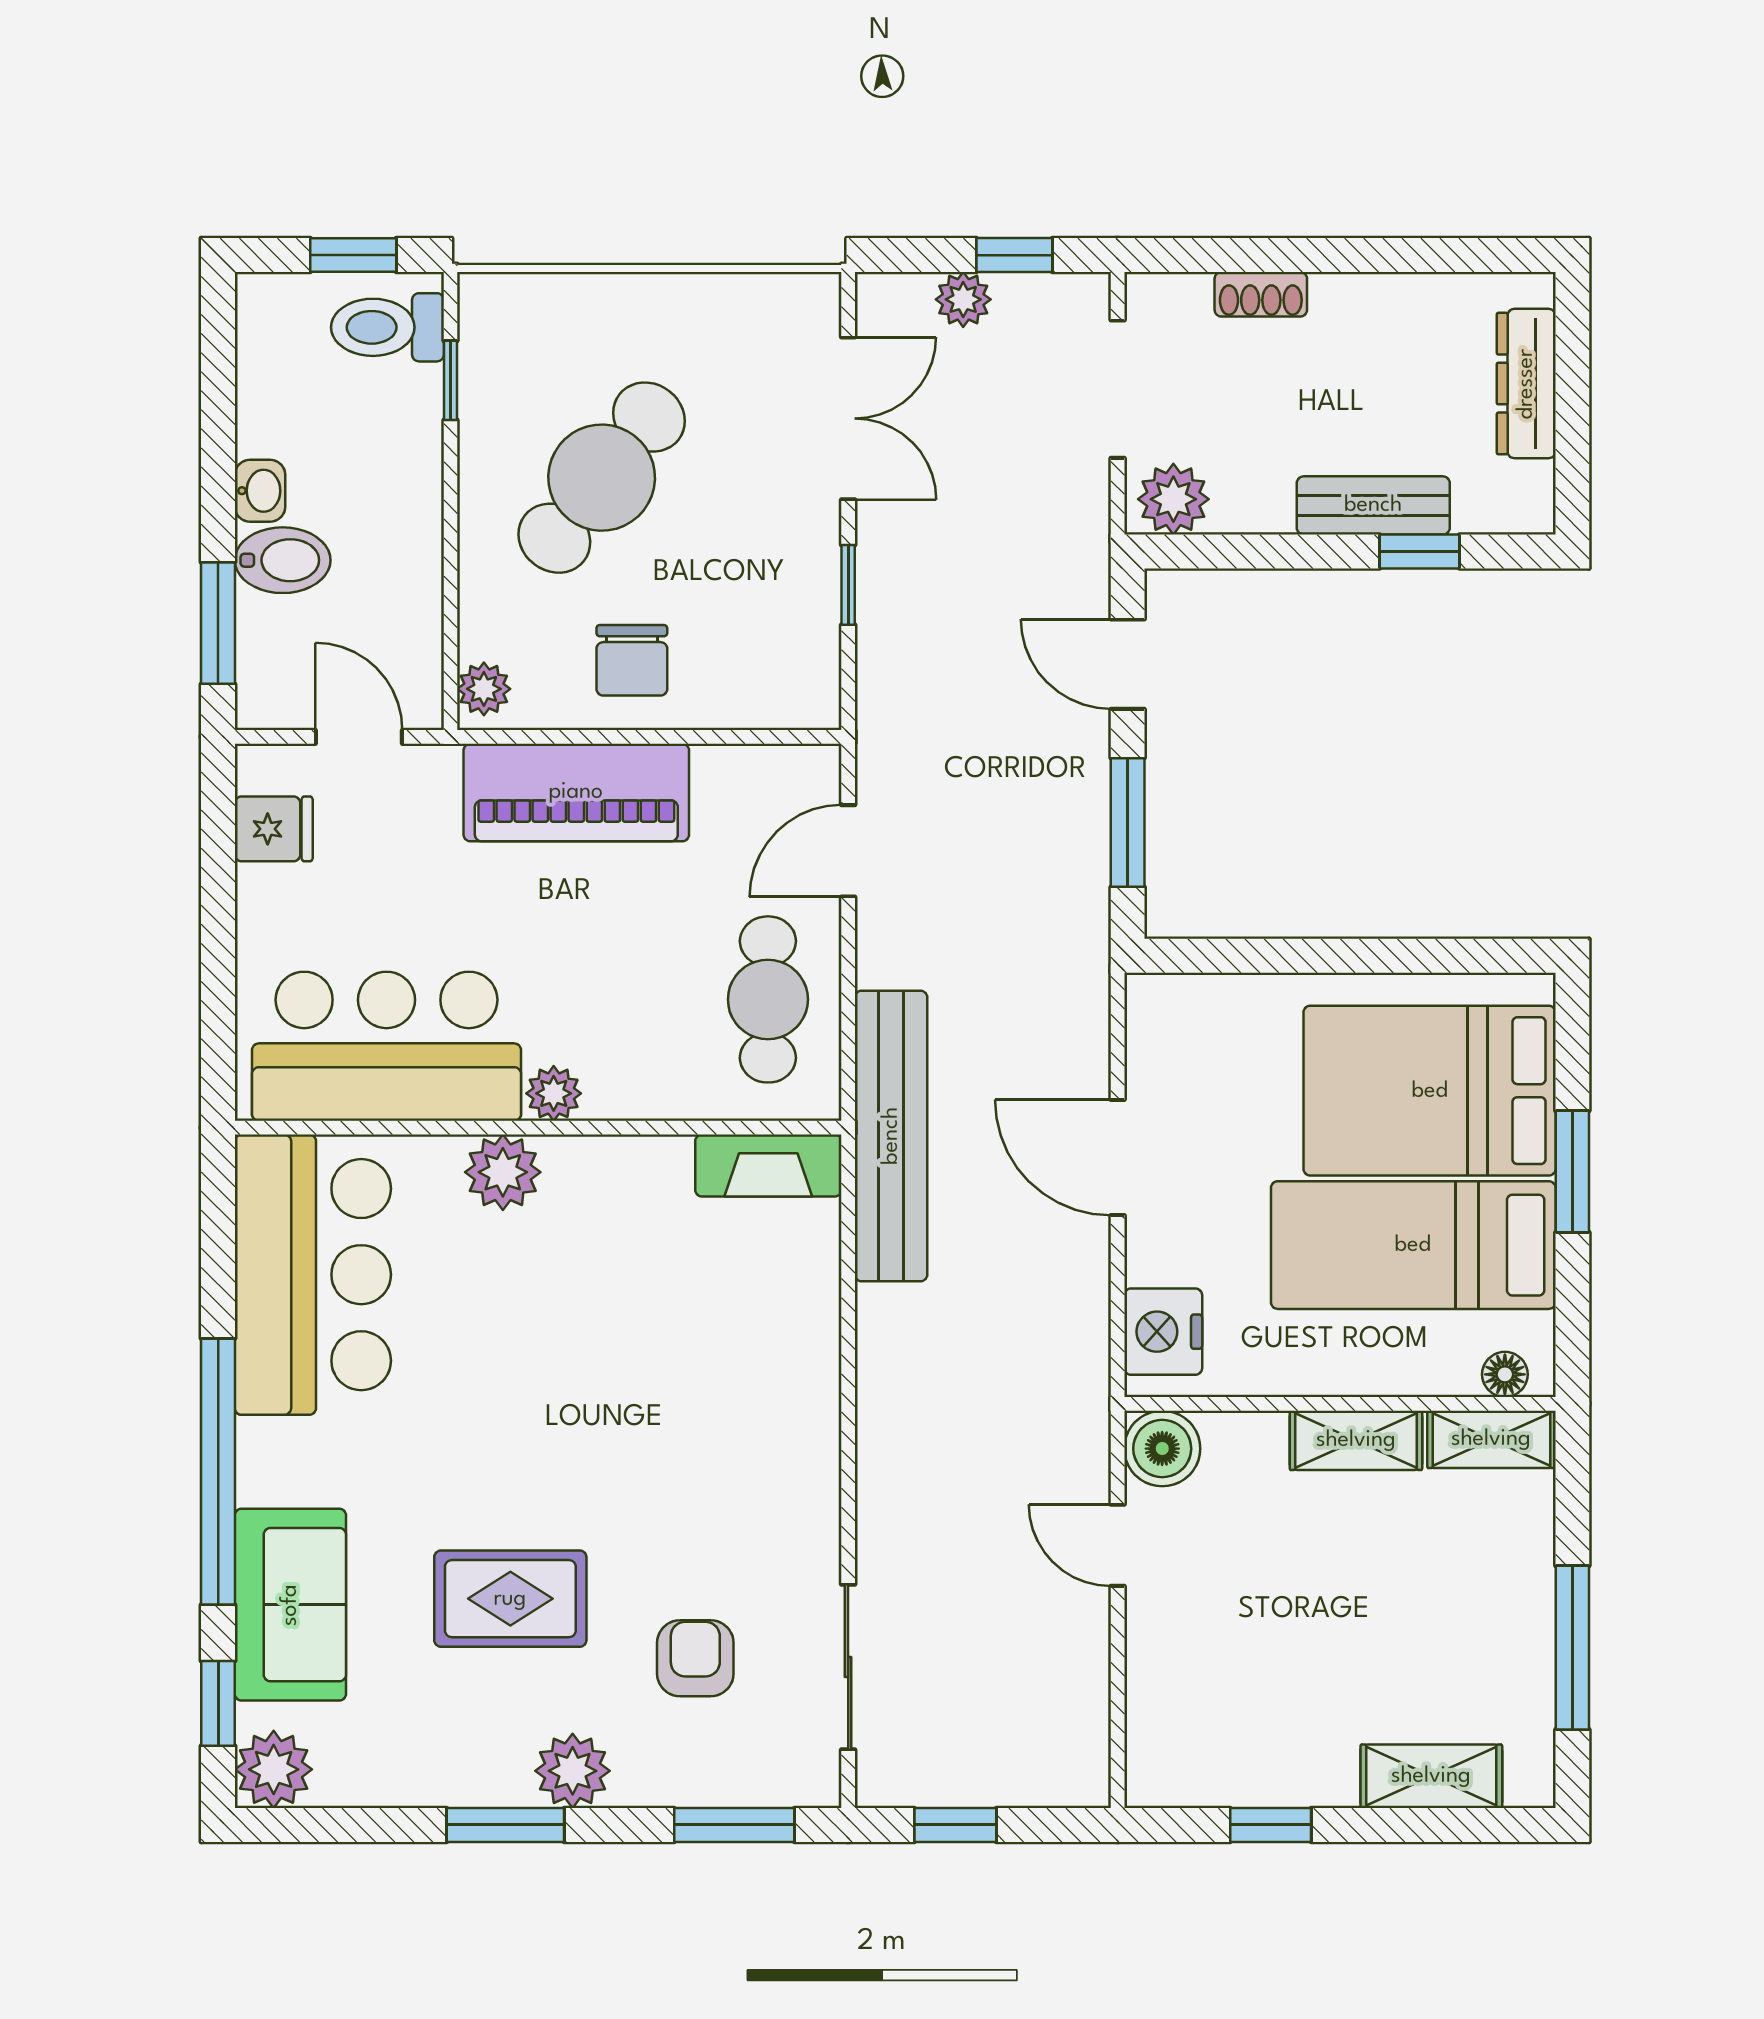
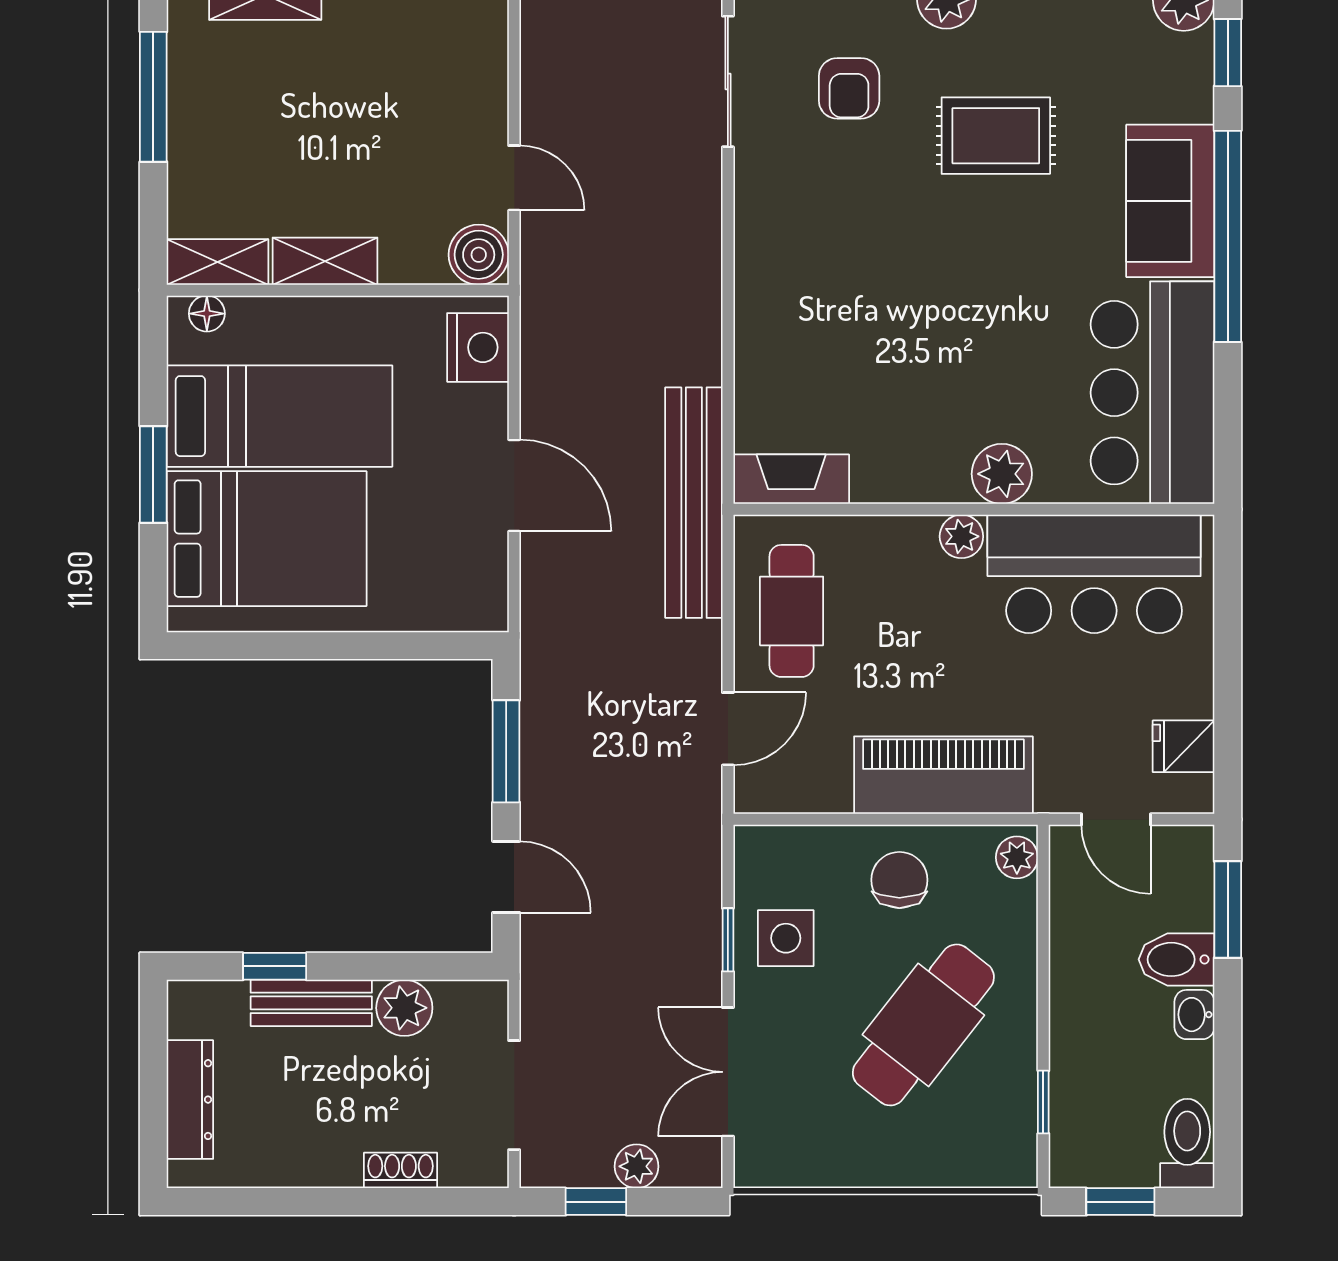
toilet: (387, 327) -> (1187, 1143), moved, turned -90
plant: (1173, 499) -> (404, 1008), moved
side table: (775, 587) -> (786, 938), added
sofa: (290, 1605) -> (1170, 201), moved

